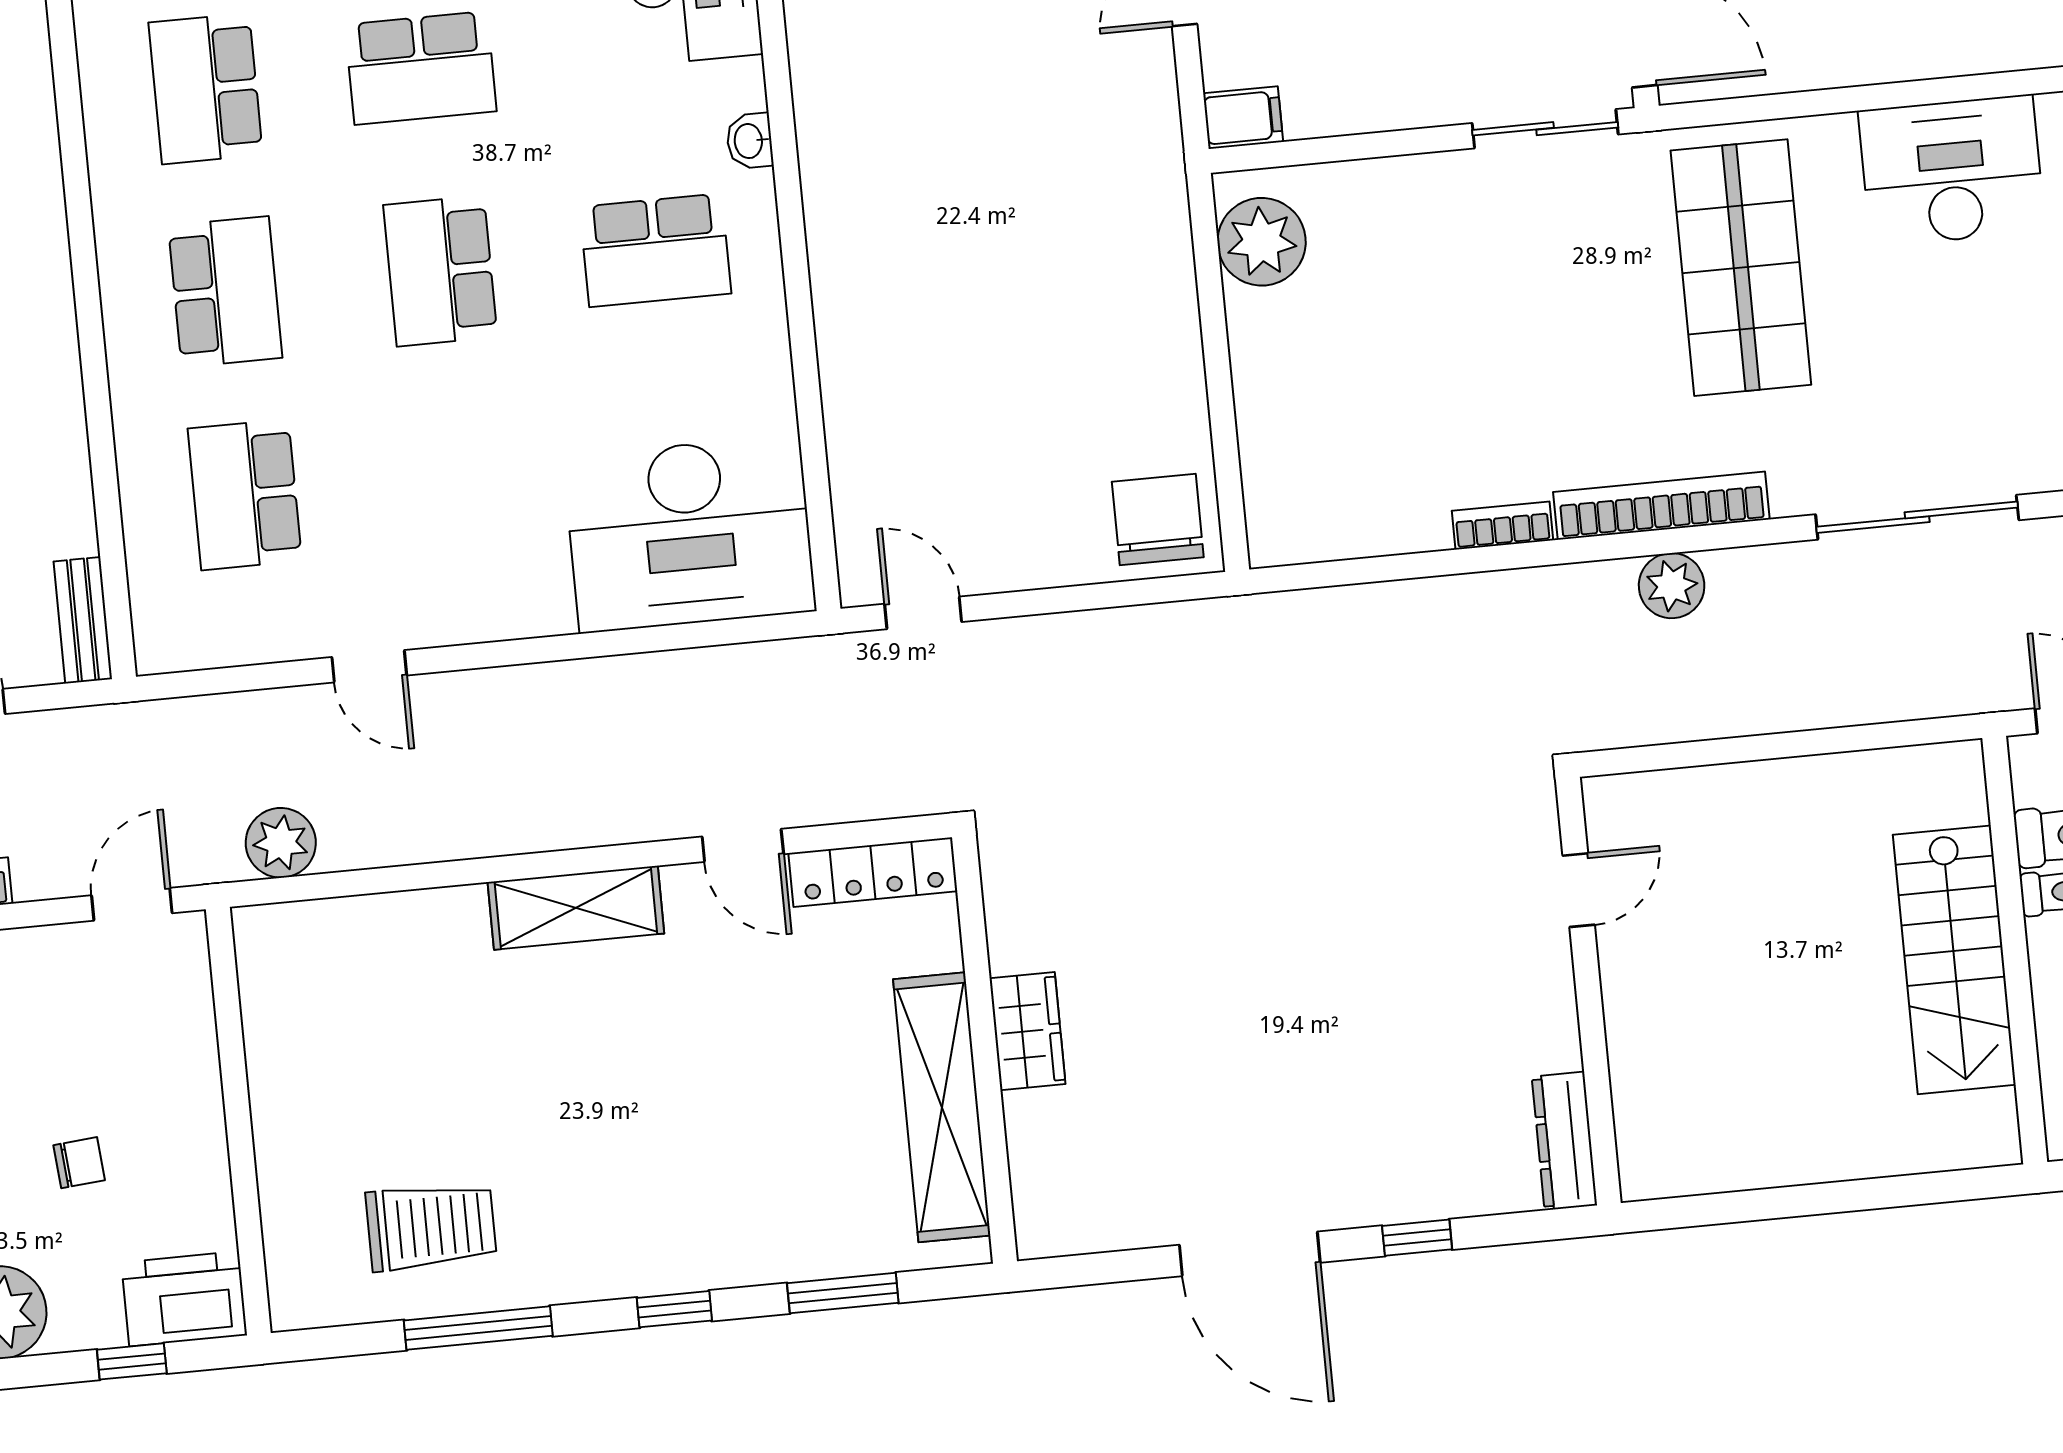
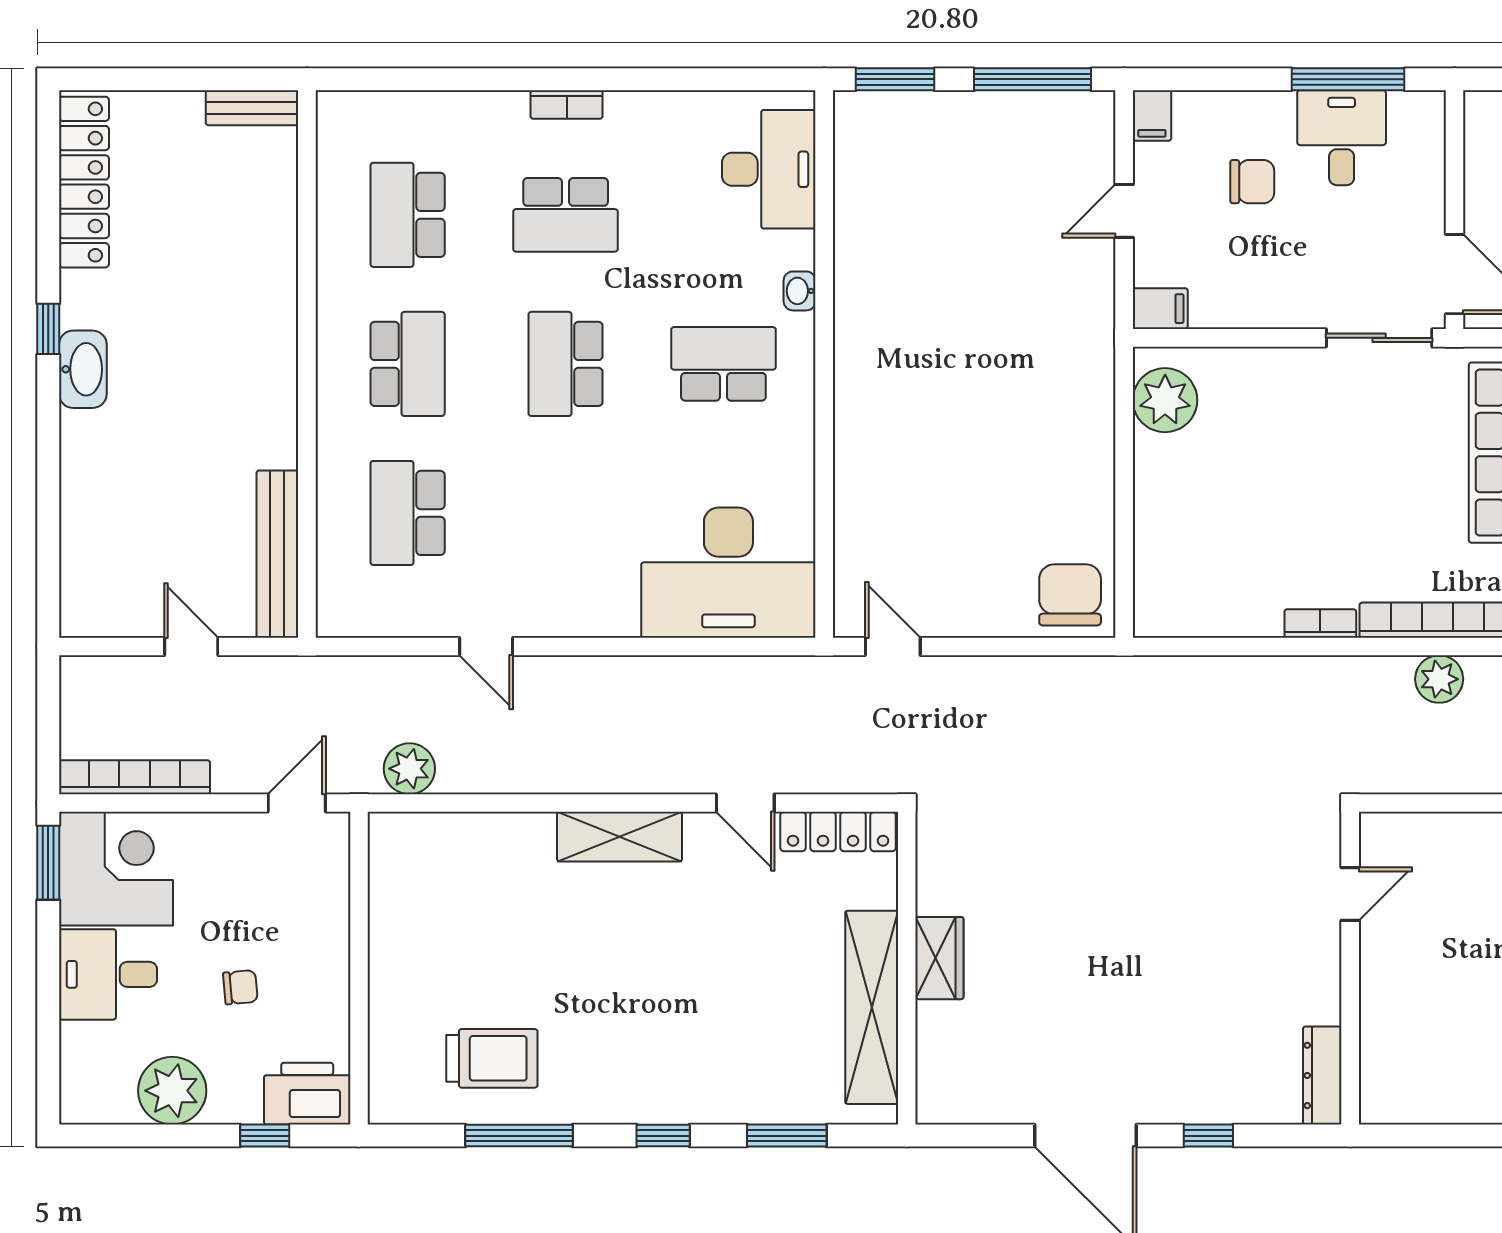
school desk: (655, 250) -> (723, 364), turned 180
bench: (83, 620) -> (277, 554), width x1.86, depth x1.21

